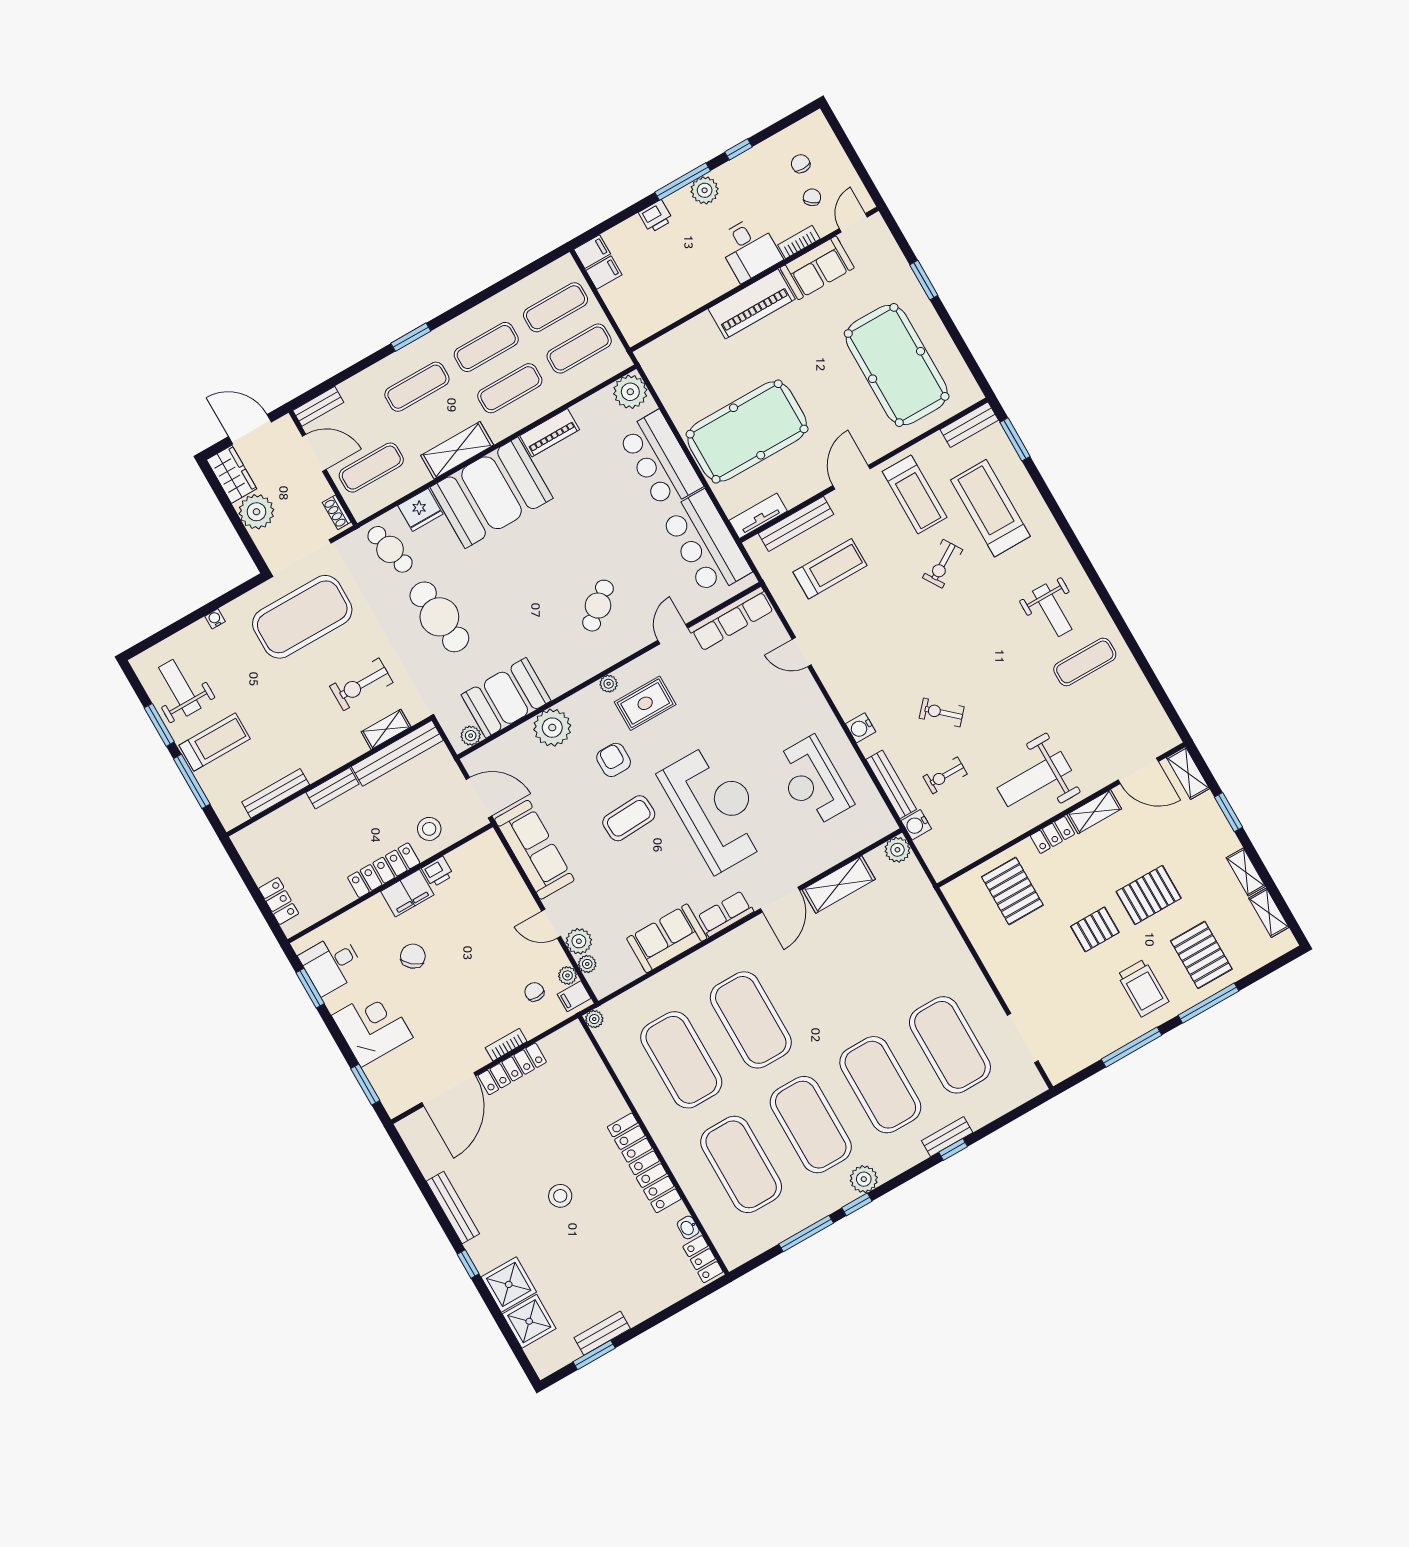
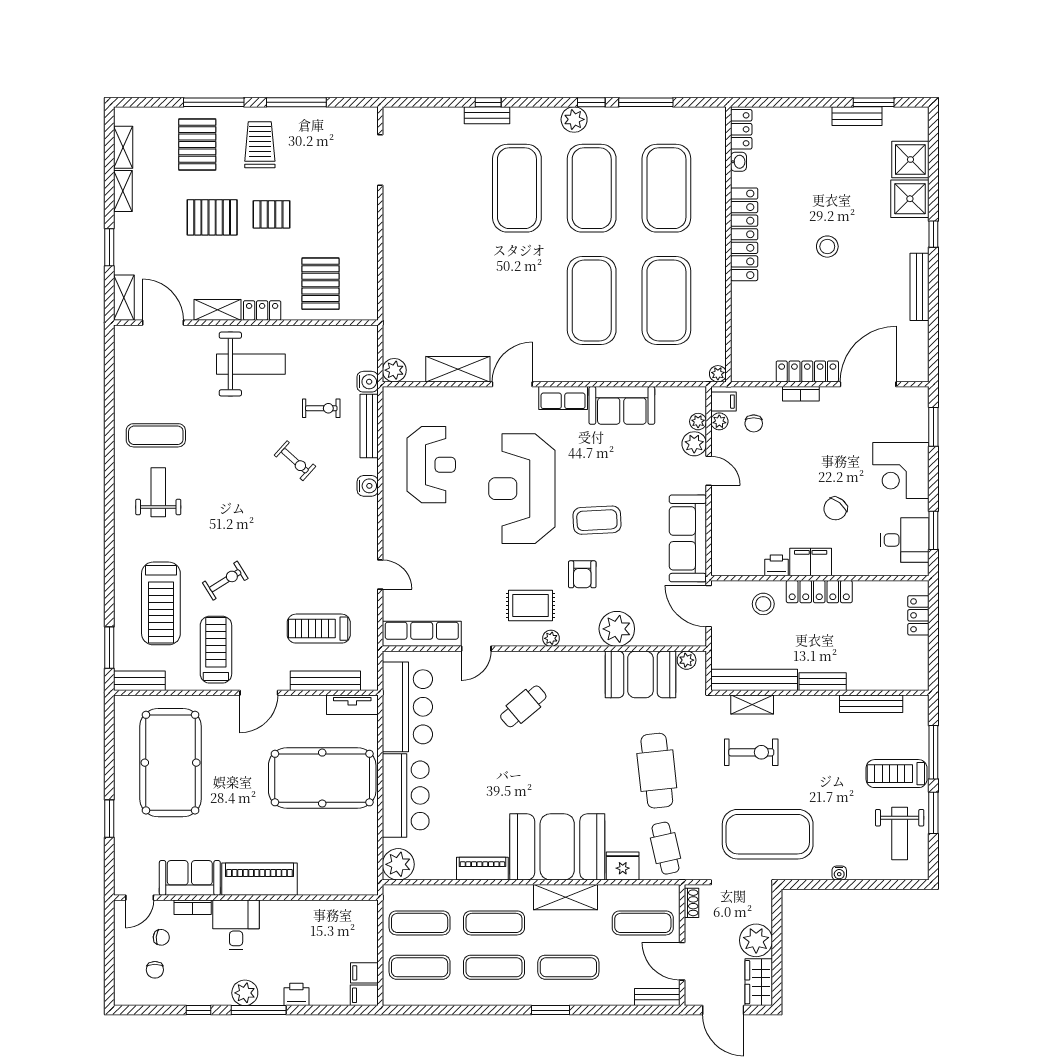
chair: (812, 197) -> (161, 937), turned -123
exercise mat: (950, 1045) -> (442, 188), removed

